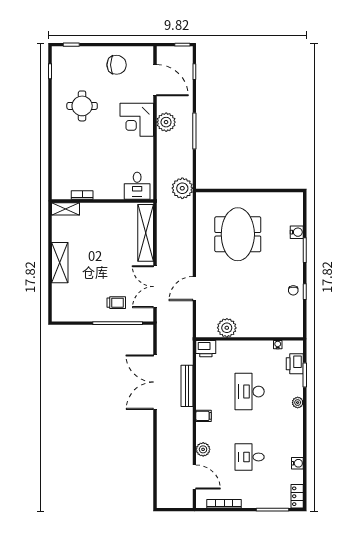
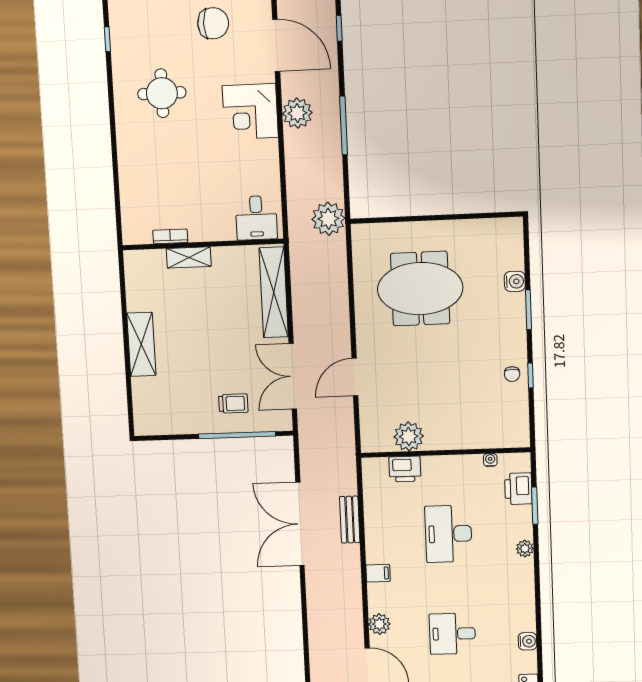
shelving: (65, 209) -> (189, 257), moved
meeting table: (238, 234) -> (420, 289), turned 90
printer: (206, 349) -> (405, 469), moved
bench: (187, 386) -> (350, 520), width x0.73

